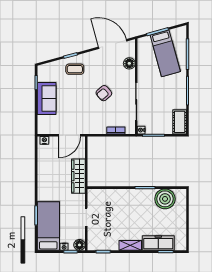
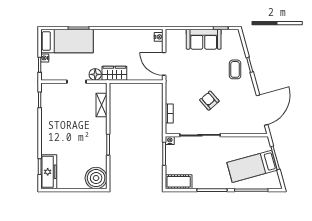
floor lamp: (129, 63) -> (241, 128), removed
wardrobe: (78, 176) -> (114, 73), width x0.67
boiler: (165, 199) -> (96, 178), moved
freezer: (158, 243) -> (49, 172), moved
floor lamp: (79, 245) -> (95, 74), moved
shelving: (130, 245) -> (102, 105), moved

